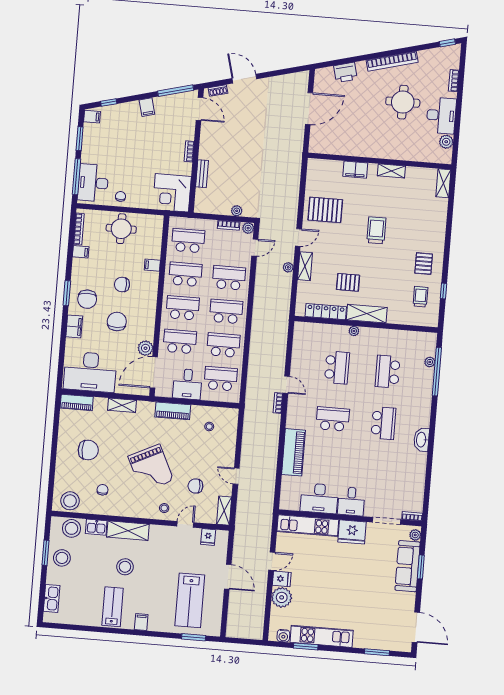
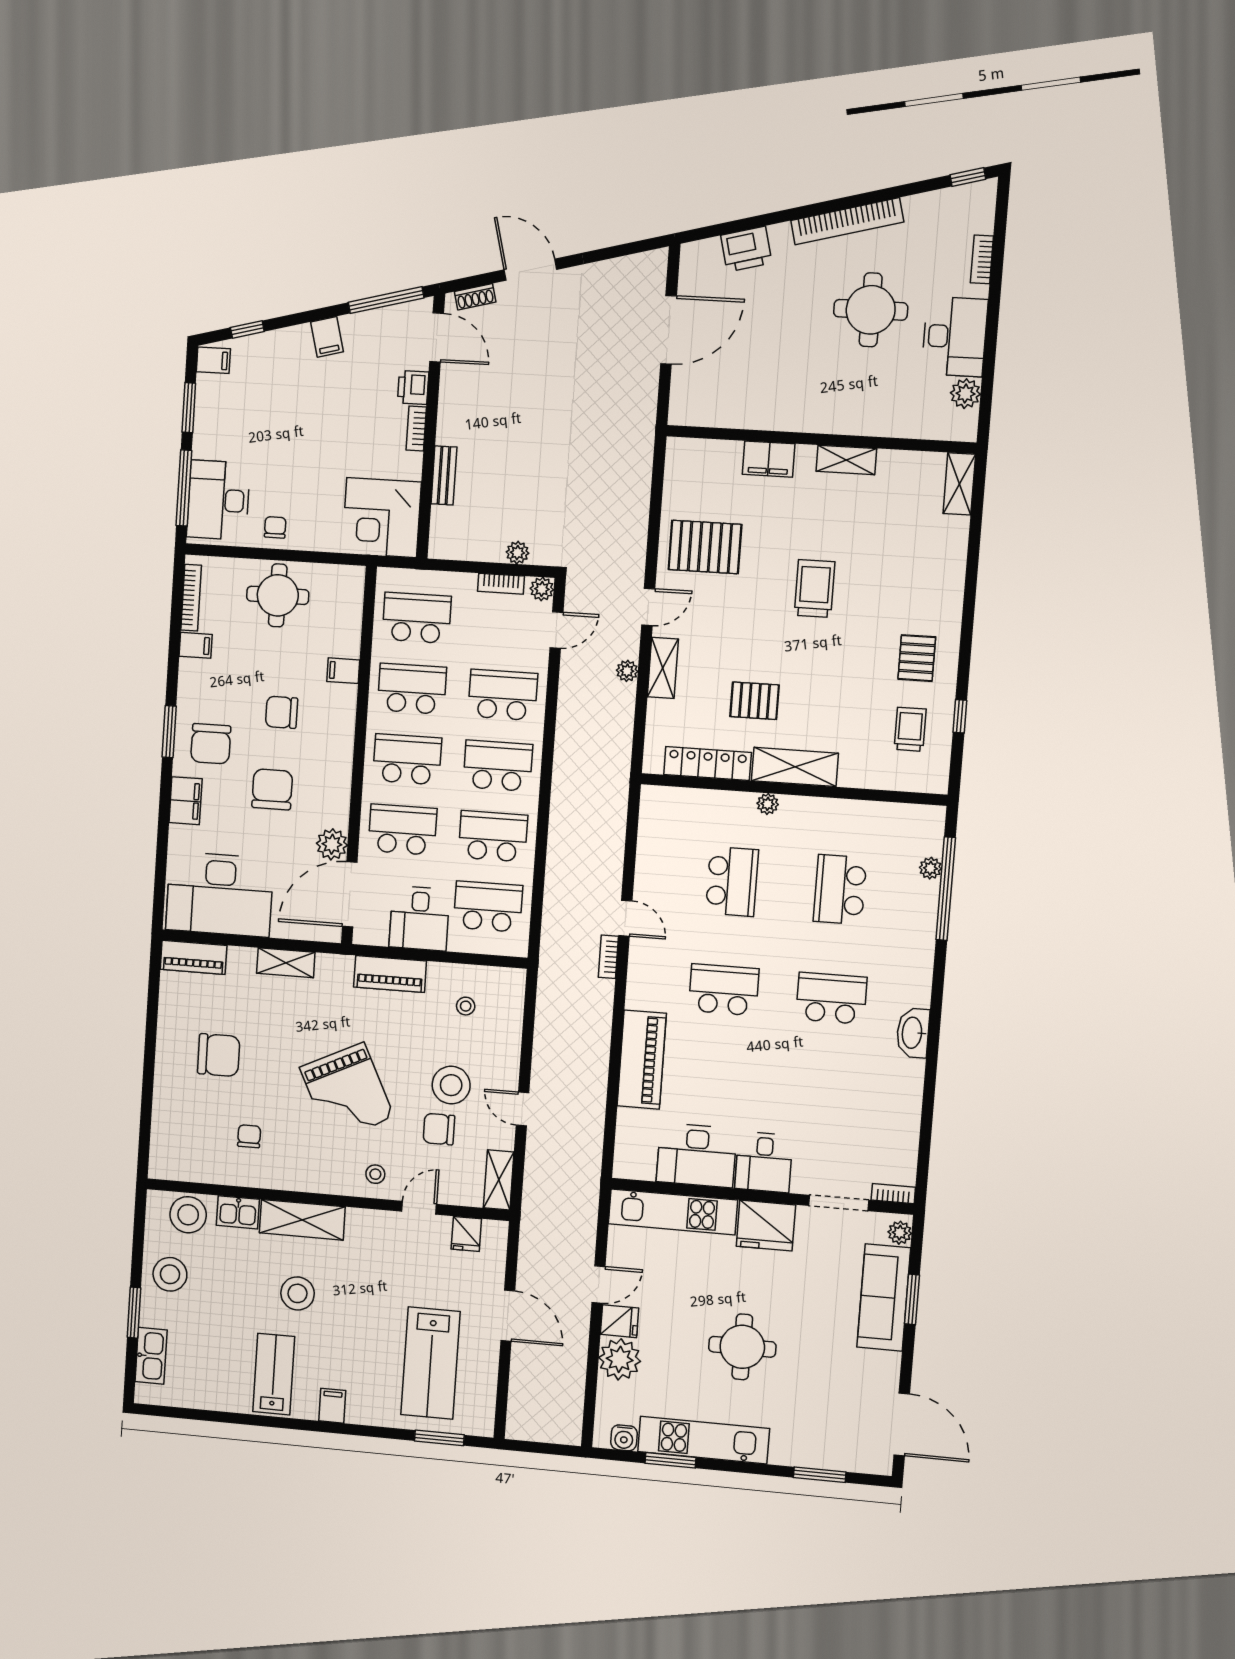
printer: (188, 132) -> (413, 387), added
school desk: (383, 423) -> (831, 998), turned -90
stool: (70, 501) -> (451, 1085), moved
window: (46, 553) -> (134, 1313), moved
round table: (340, 591) -> (742, 1347), added

